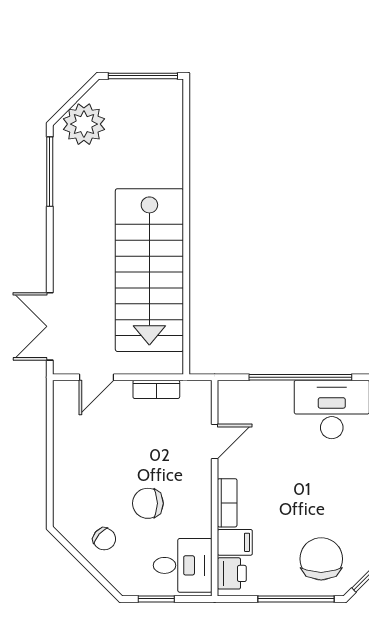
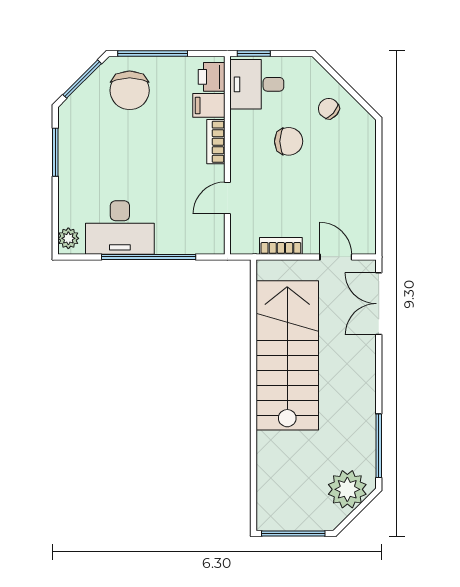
double door: (50, 326) -> (379, 304), swing flipped
door: (97, 377) -> (336, 257), hinge flipped
window: (156, 599) -> (254, 53), moved

